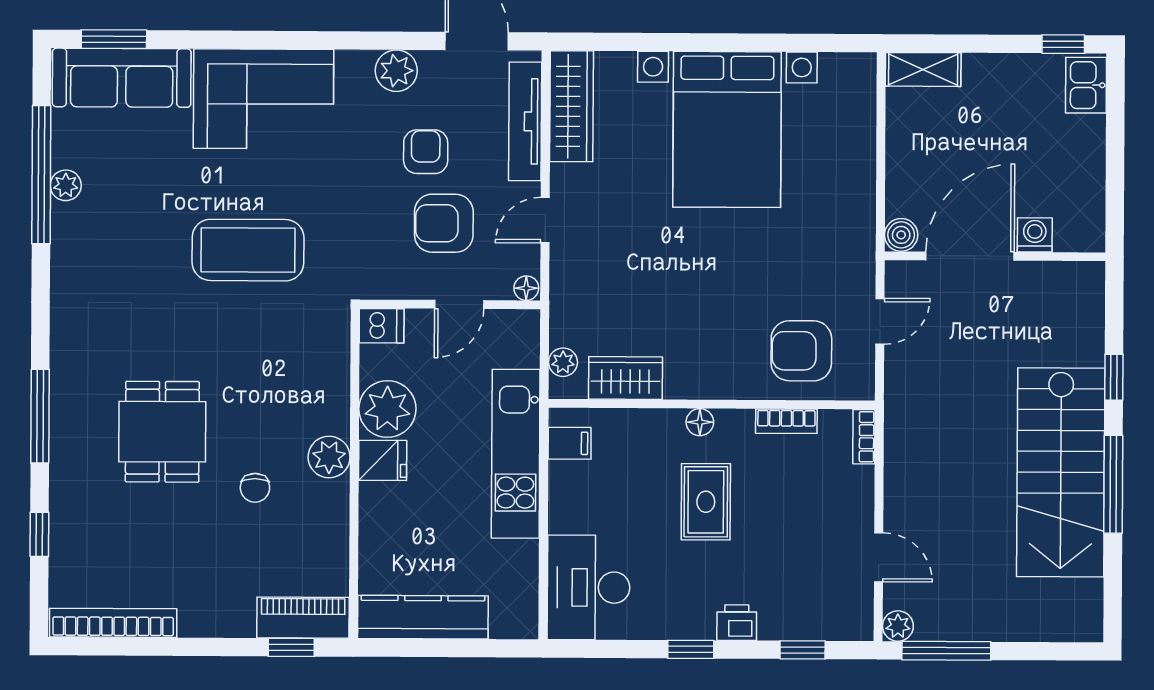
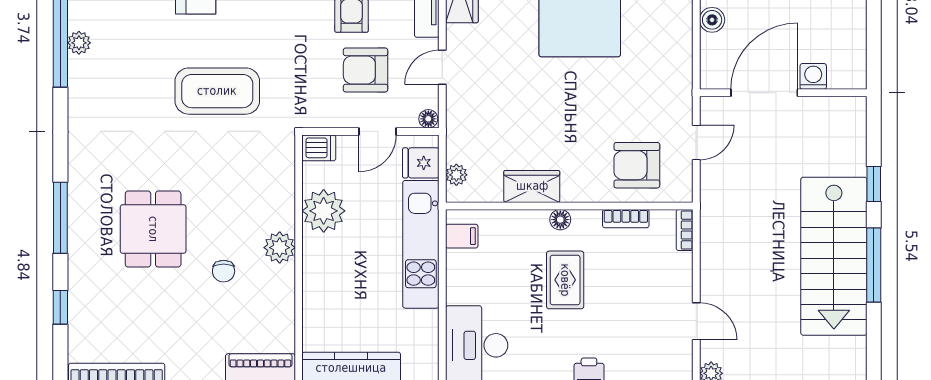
boiler: (901, 235) -> (712, 20), moved
wardrobe: (625, 378) -> (532, 186), moved
fridge: (383, 460) -> (421, 163), moved, turned 180

